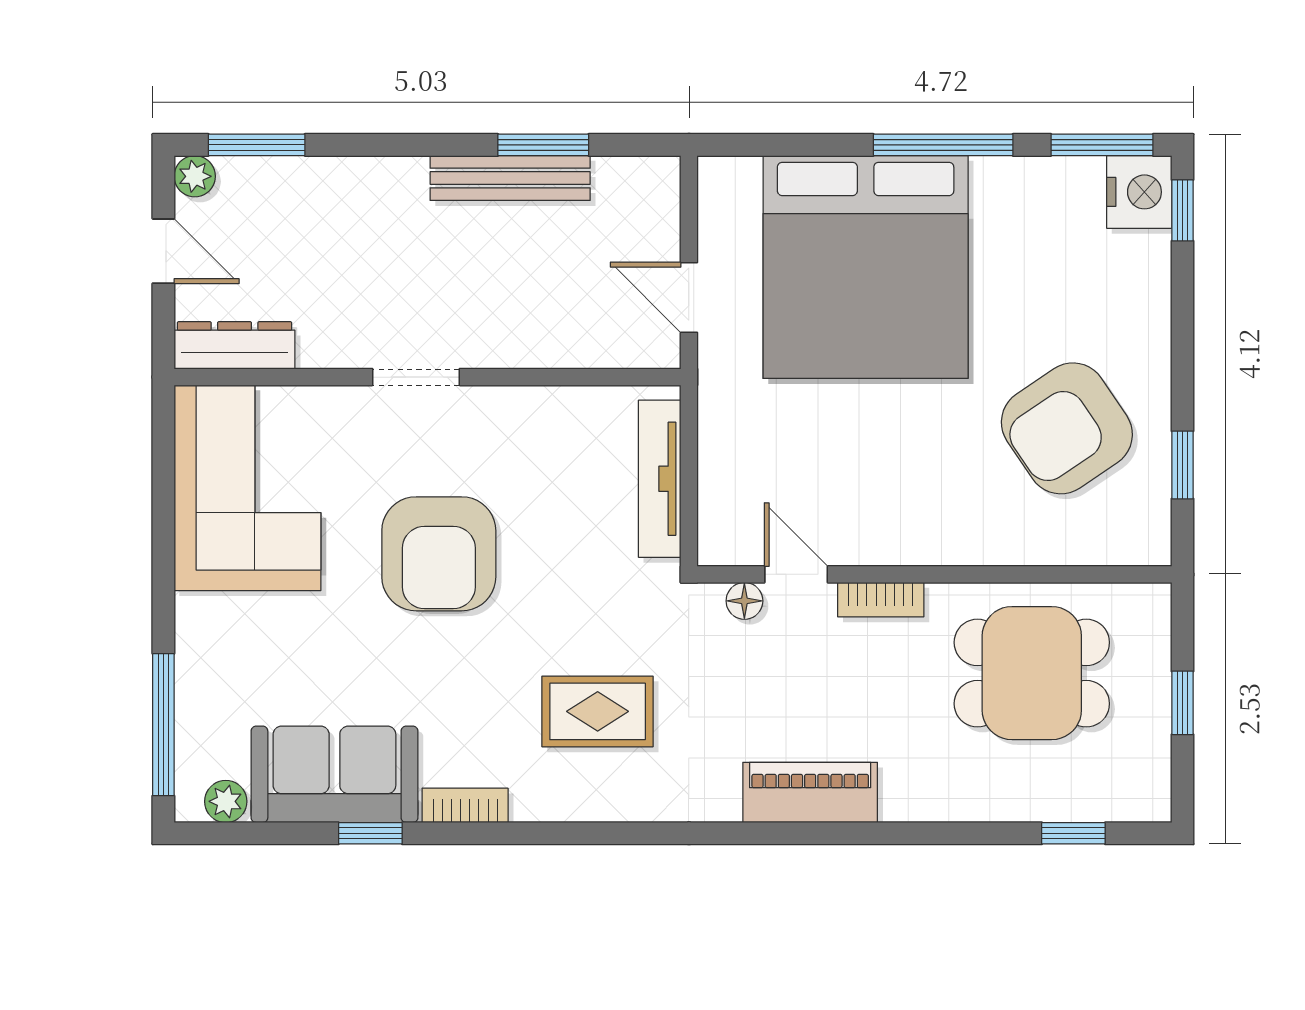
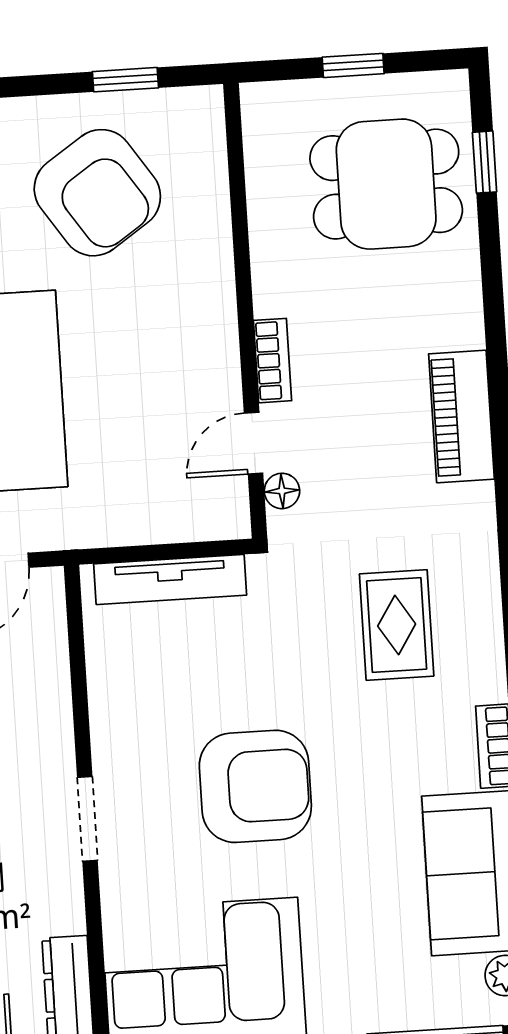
dining table: (1032, 673) -> (386, 184), moved, turned 90

